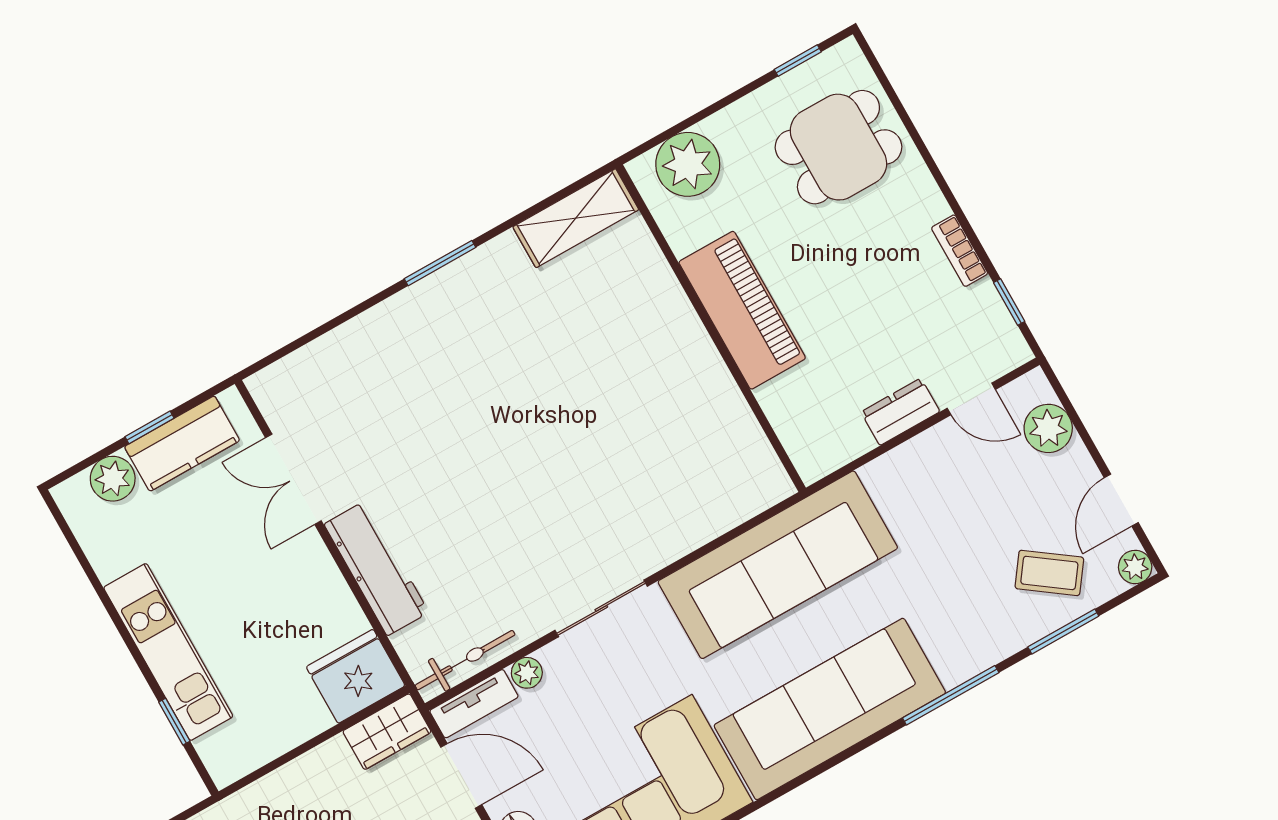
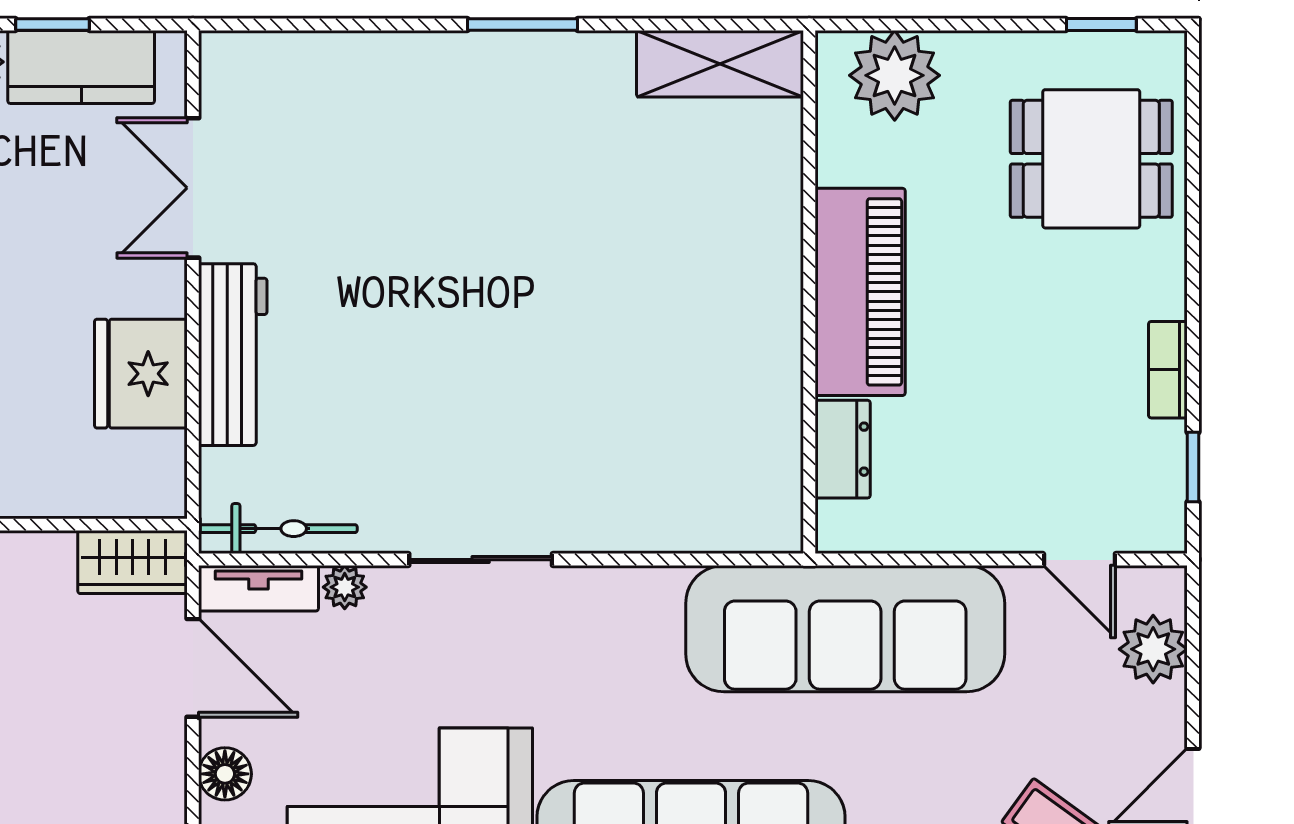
dresser: (900, 412) -> (843, 449), moved, turned 90
sofa: (778, 565) -> (845, 629), moved
fridge: (356, 676) -> (141, 374), moved, turned -90

